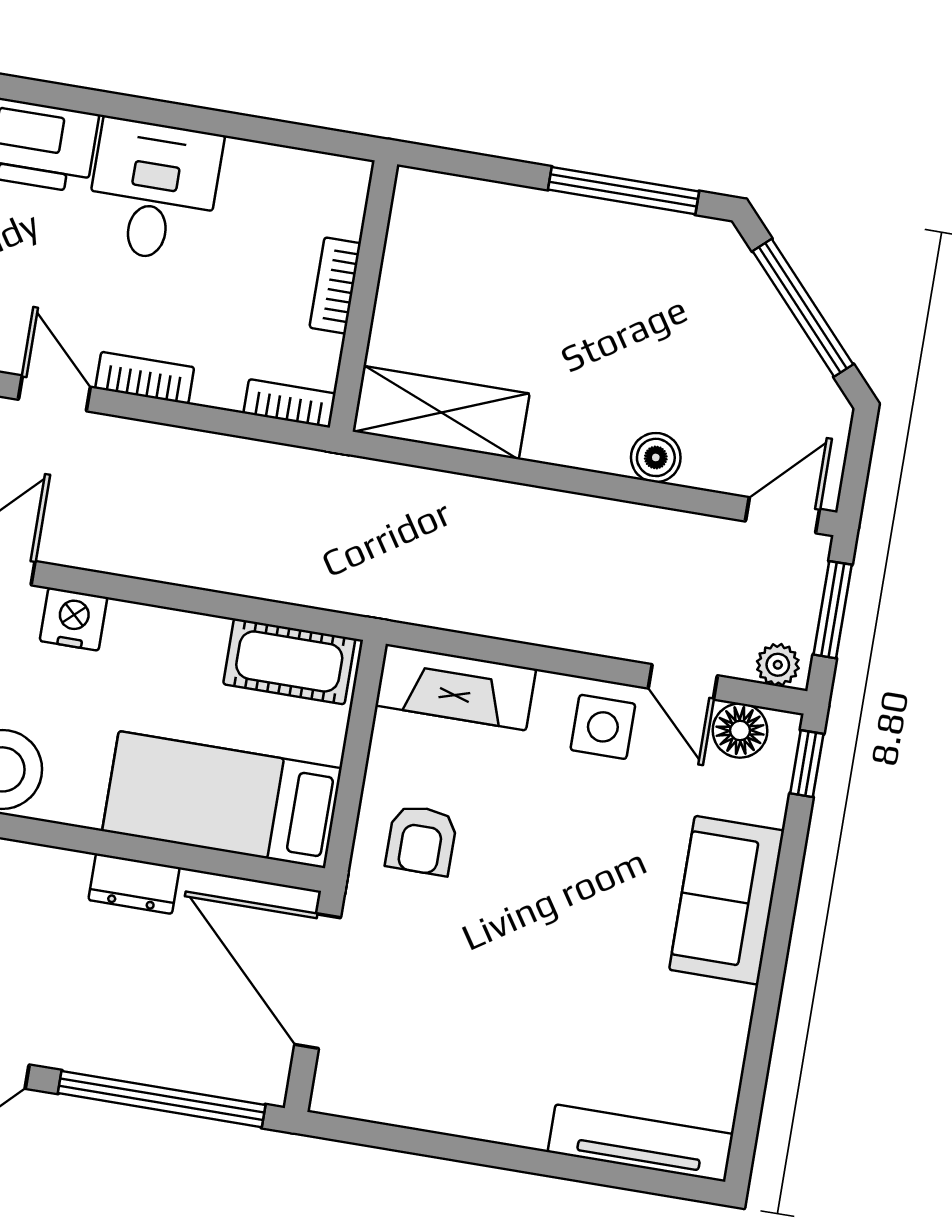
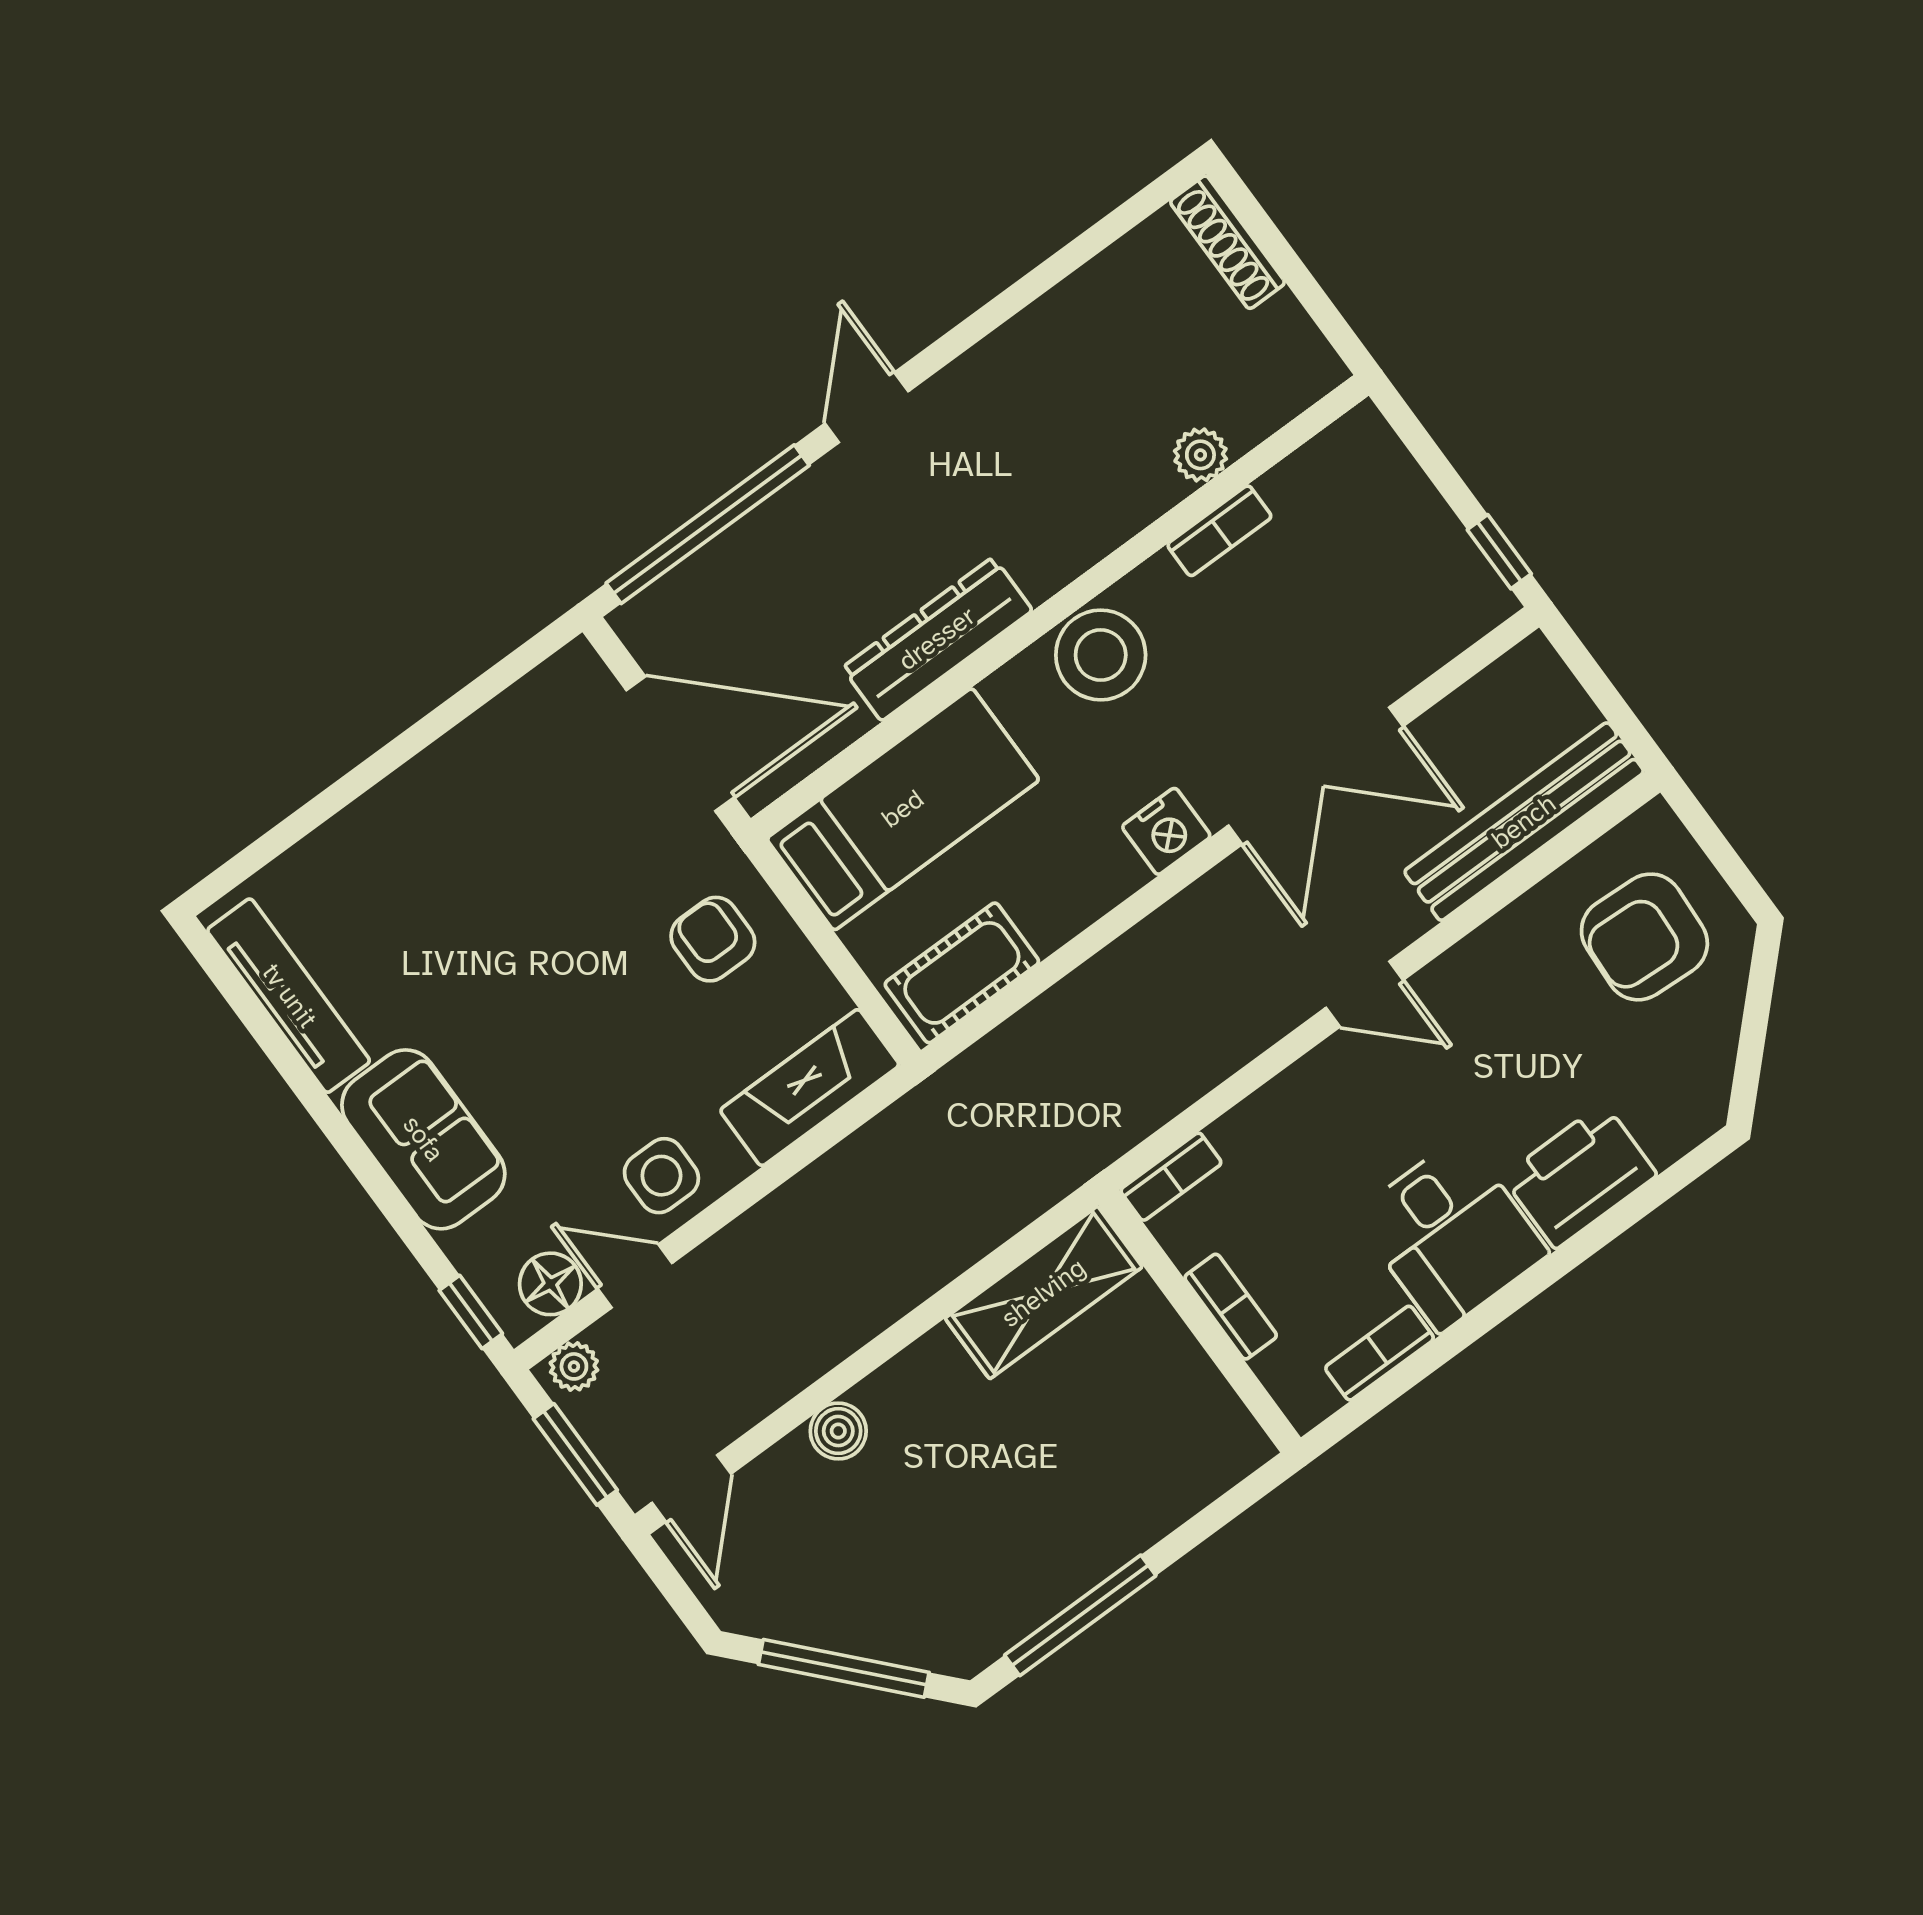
bookcase: (145, 378) -> (1380, 1353), moved, turned 180
dresser: (134, 884) -> (937, 639), width x1.96, depth x1.24
tv unit: (641, 1143) -> (289, 996), moved, turned -90

